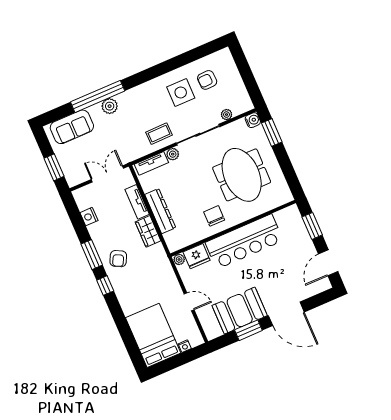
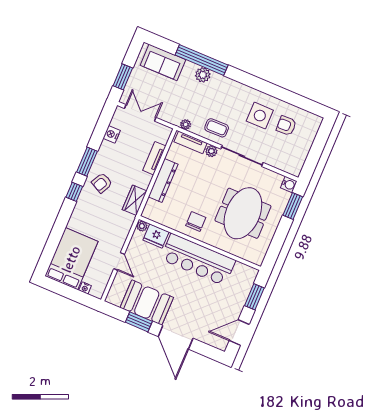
plant: (227, 115) -> (186, 125), moved
double door: (107, 174) -> (140, 113), moved
wardrobe: (148, 231) -> (135, 200), moved

